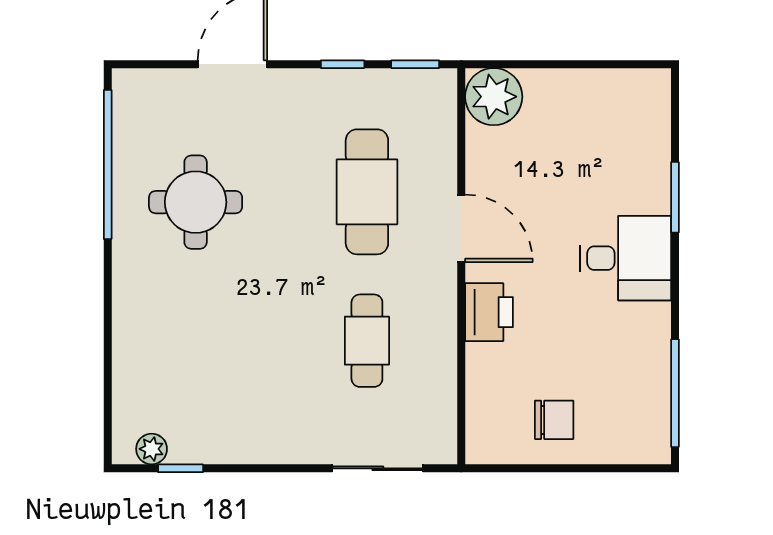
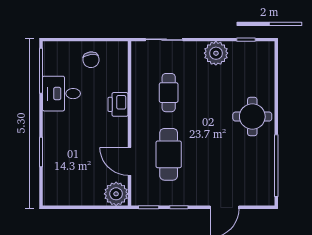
round table: (196, 202) -> (252, 117), moved
door: (461, 228) -> (130, 161), moved
desk: (625, 258) -> (61, 94), moved
chair: (554, 420) -> (91, 60), turned -97
plant: (152, 449) -> (216, 53), moved, width x1.88, depth x1.88

